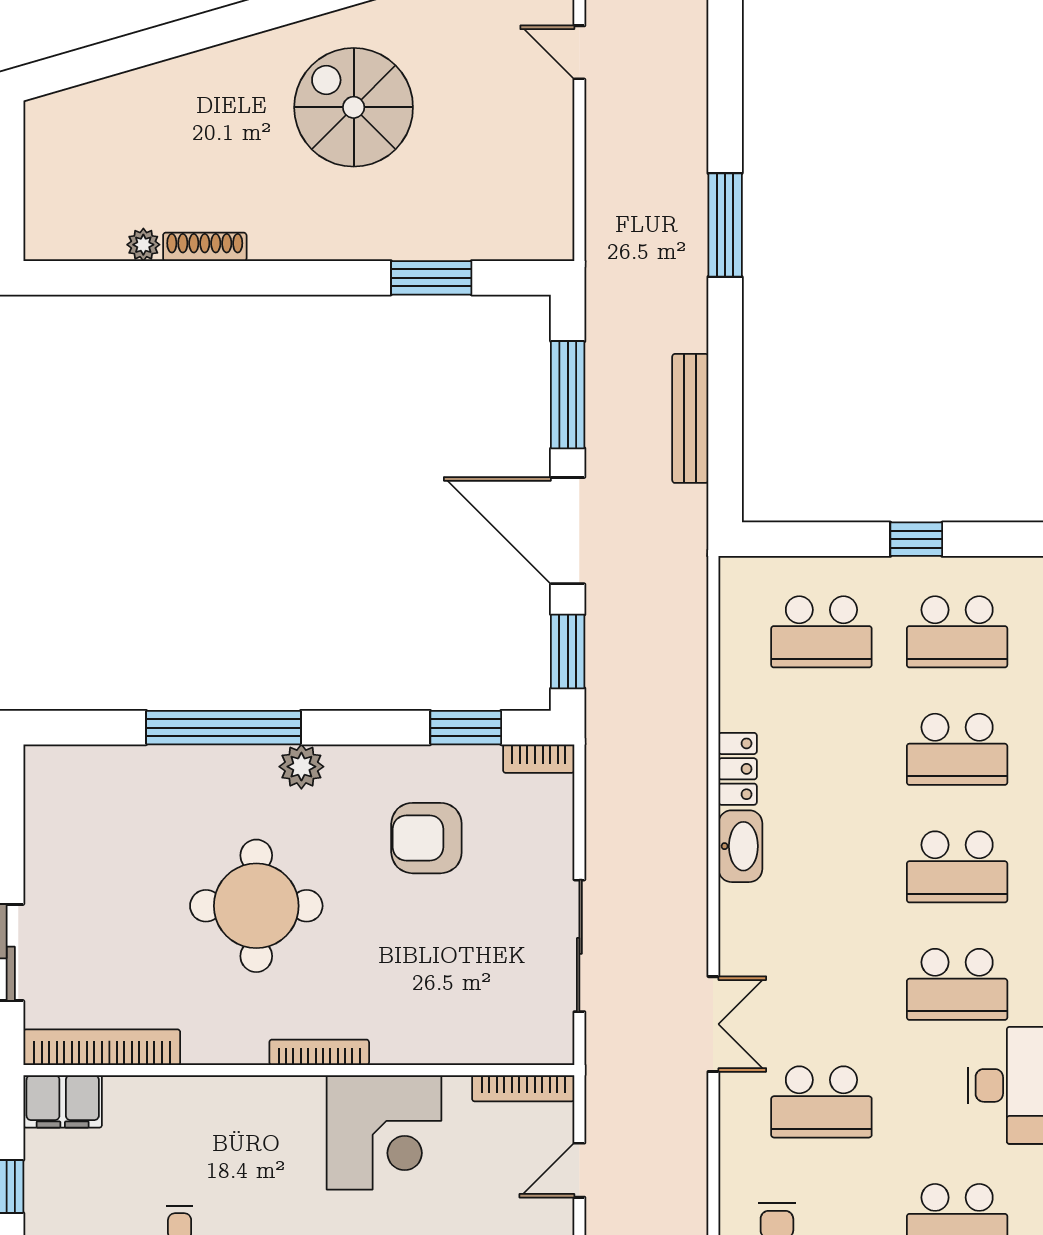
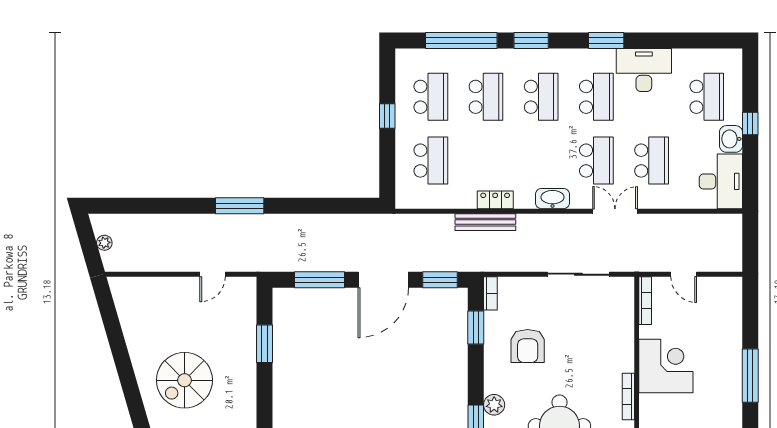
door: (579, 52) -> (213, 274), moved
bench: (690, 418) -> (485, 222), moved
washbasin: (740, 846) -> (553, 199), moved
school desk: (821, 984) -> (596, 161), added

